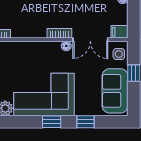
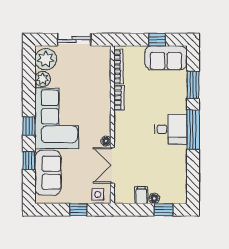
filing cabinet: (120, 32) -> (141, 195), moved
bookcase: (59, 33) -> (119, 98), moved
sofa: (115, 91) -> (48, 173), moved, turned 90

